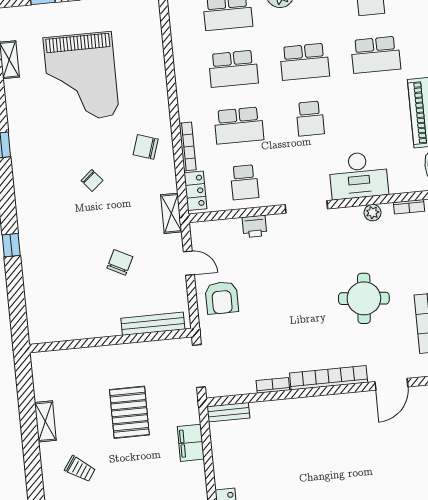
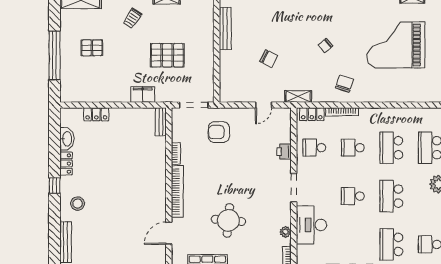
school desk: (239, 125) -> (353, 148), width x0.54
armchair: (222, 298) -> (219, 132), moved
bench: (153, 324) -> (225, 28), moved
door: (391, 384) -> (169, 233), hinge flipped

